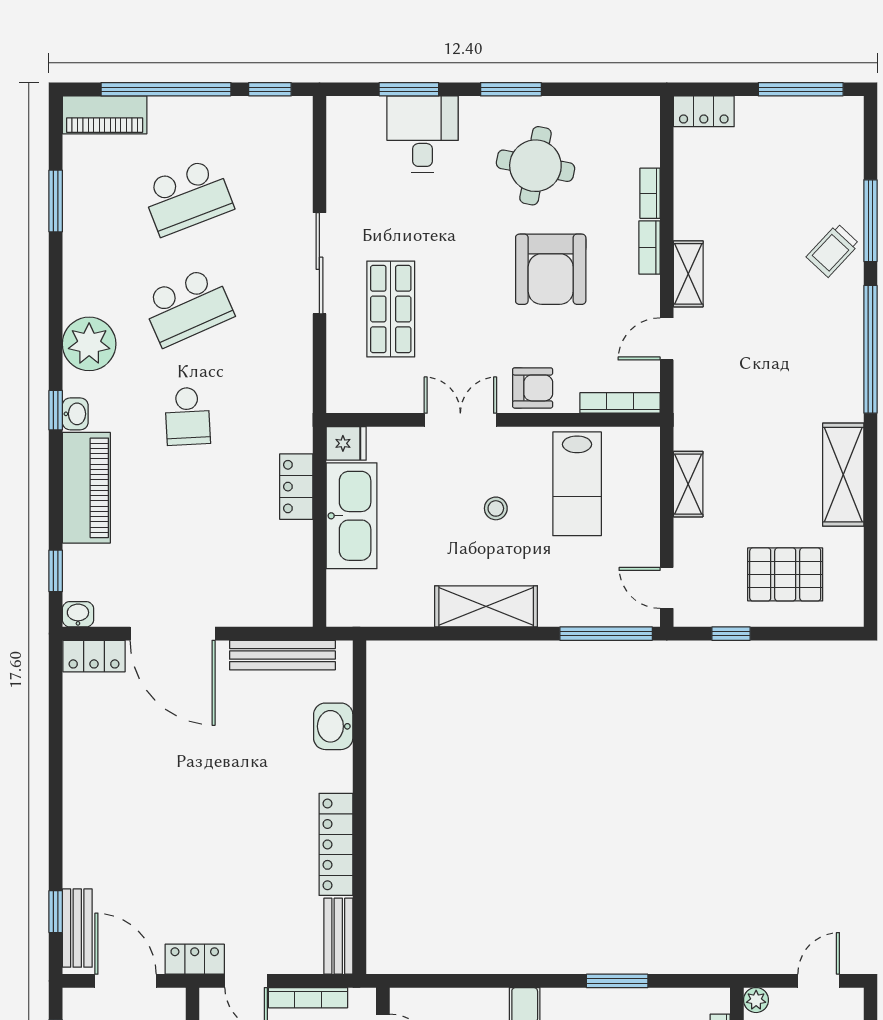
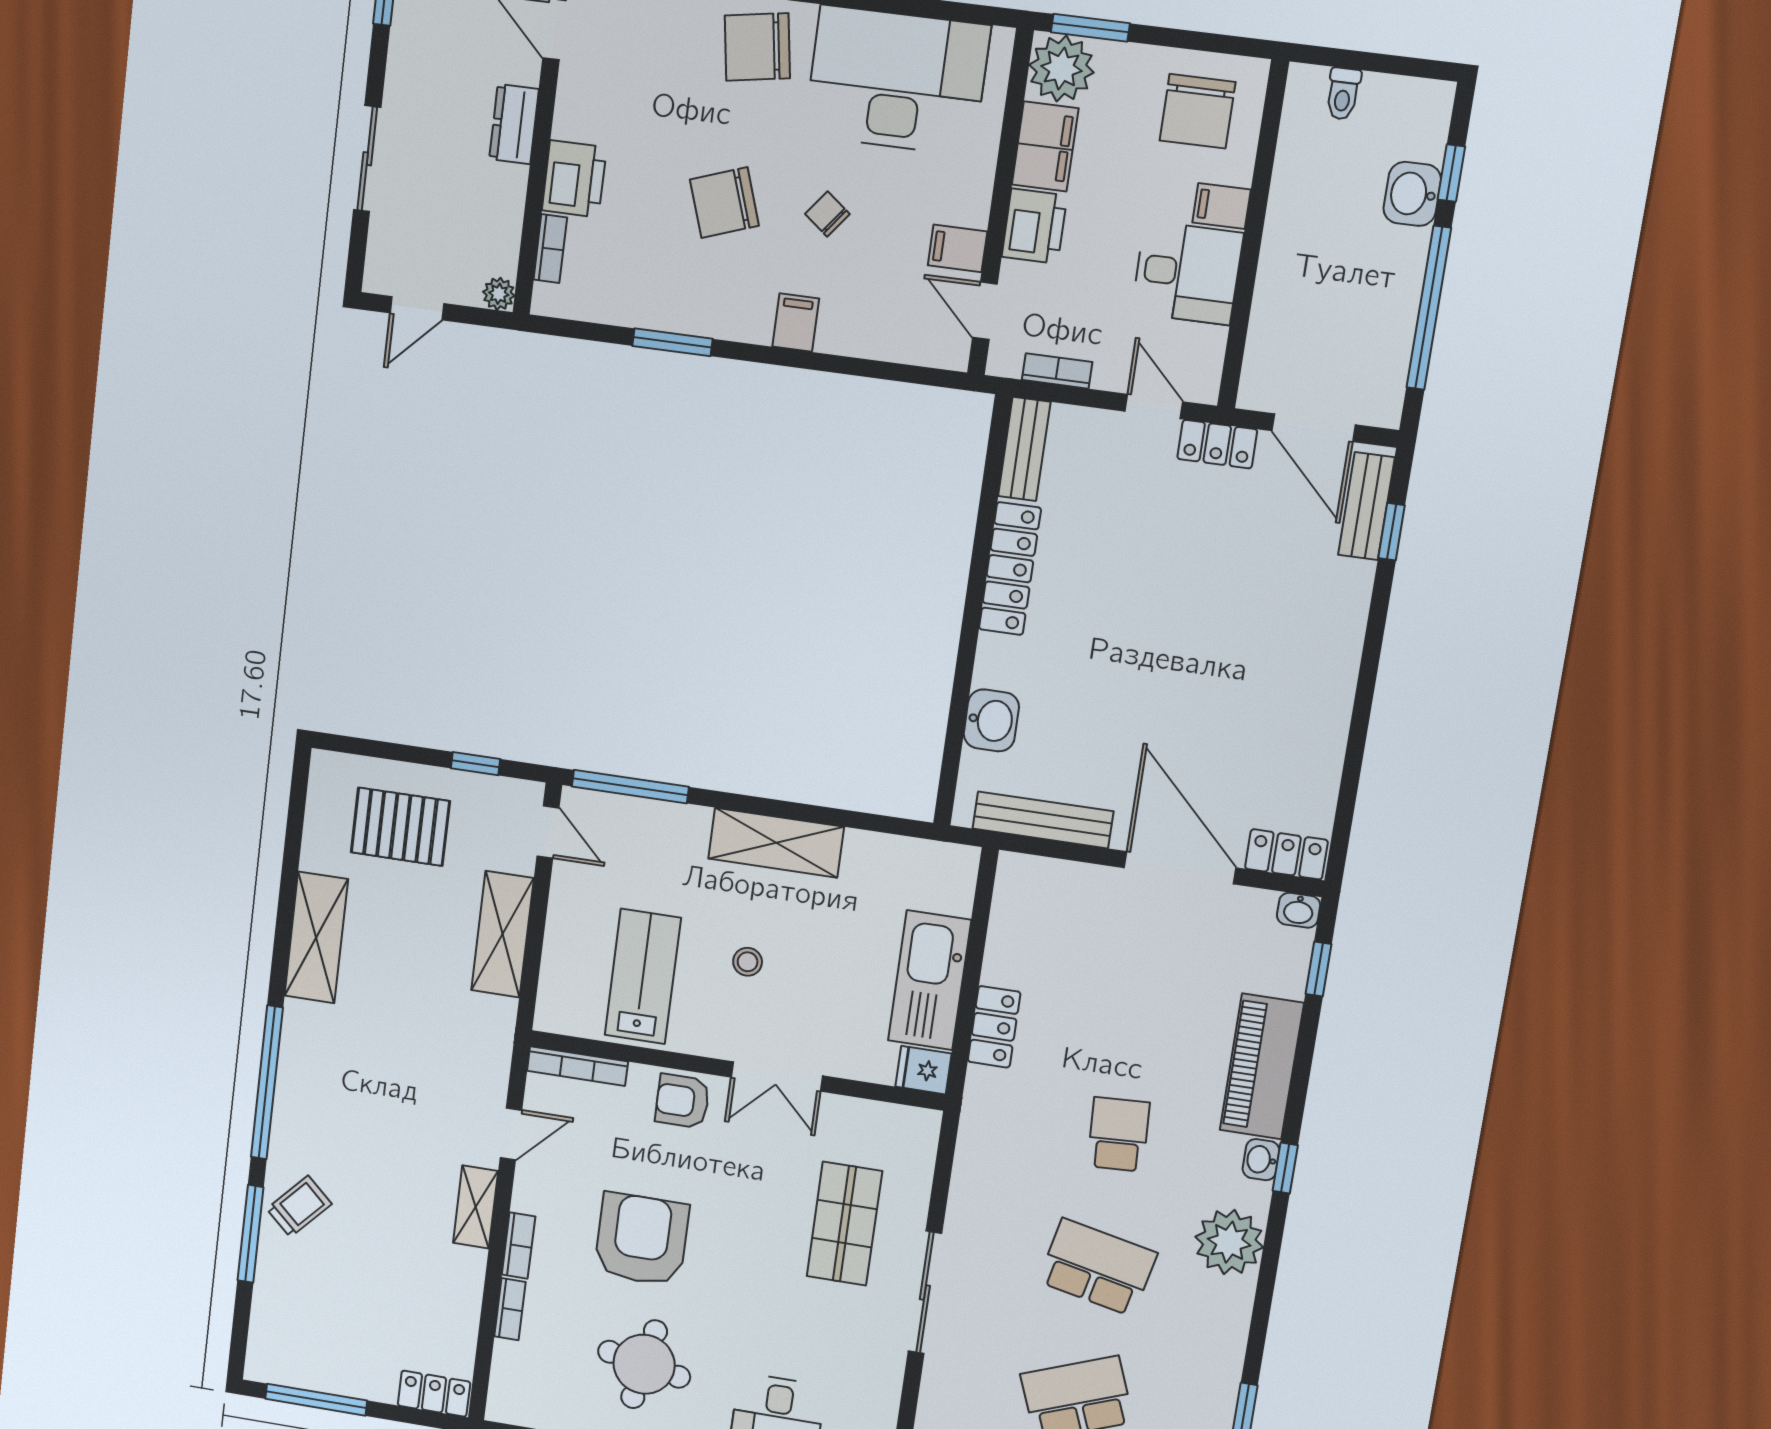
school desk: (188, 307) -> (1098, 1267), turned 36
shelving: (688, 484) -> (503, 934), width x1.50, depth x1.33
bookcase: (308, 998) -> (1057, 371), width x0.64

